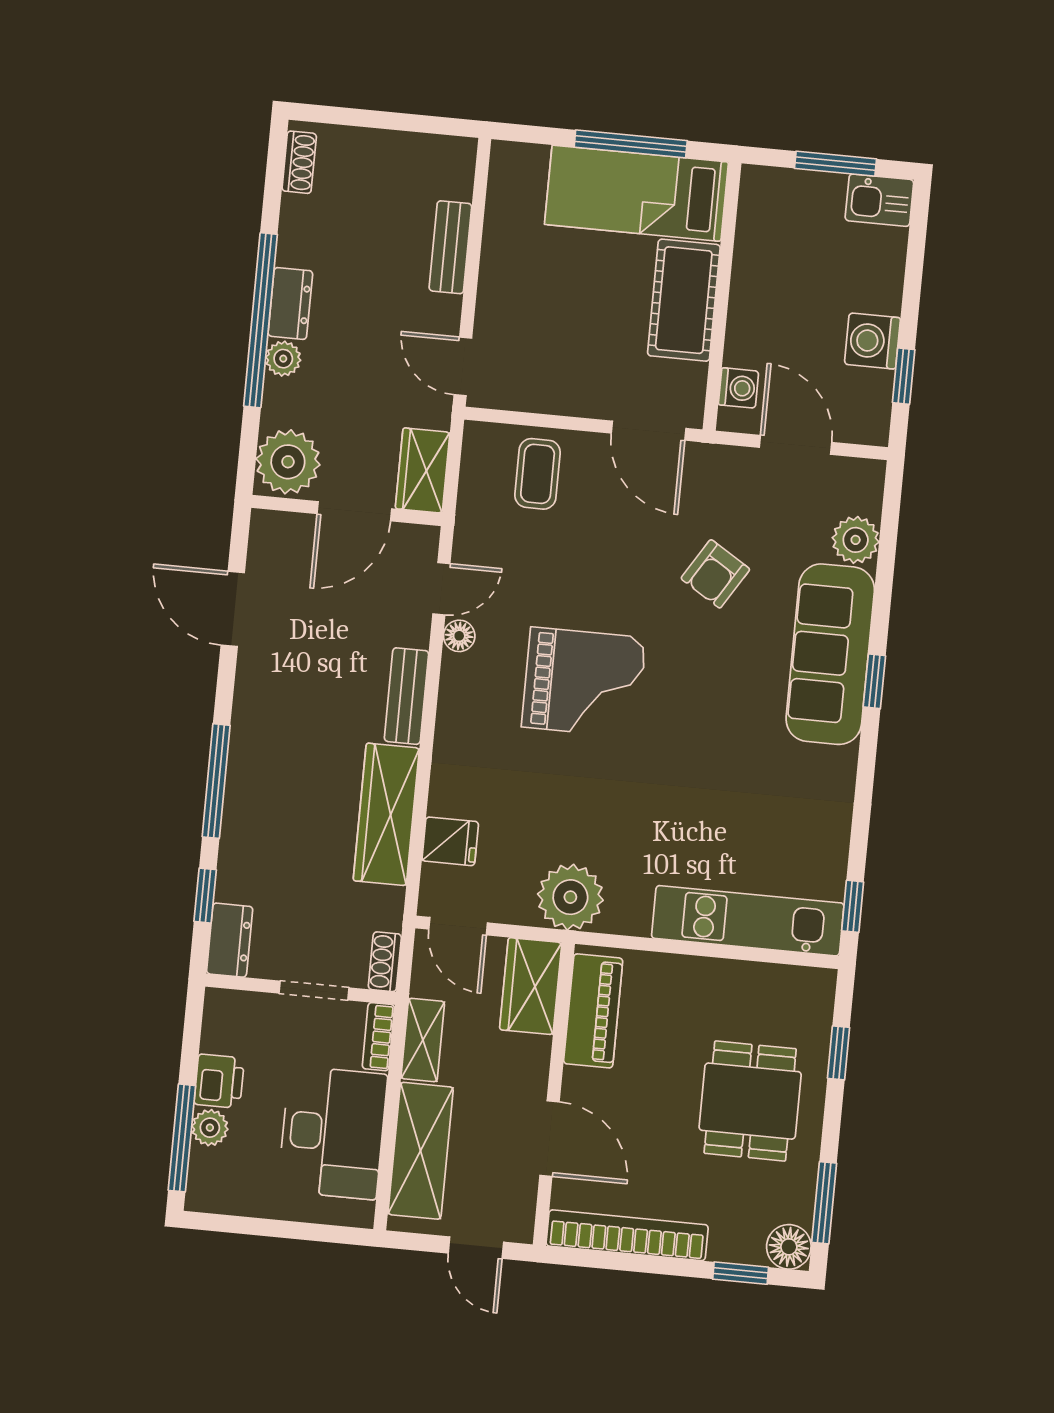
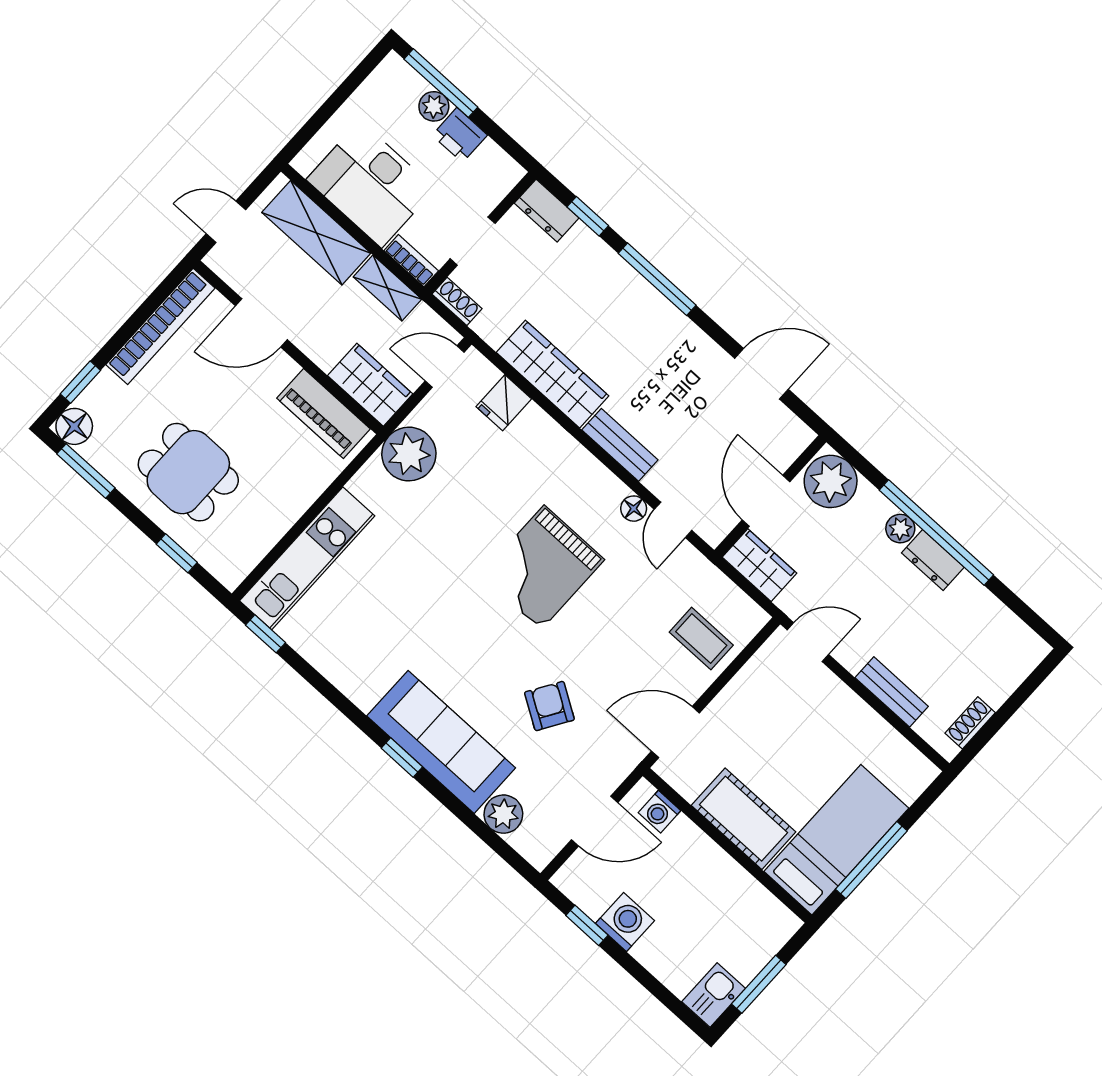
shoe rack: (299, 162) -> (970, 723), moved, turned 90

